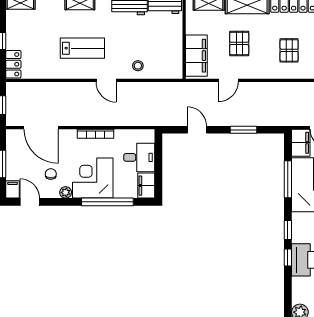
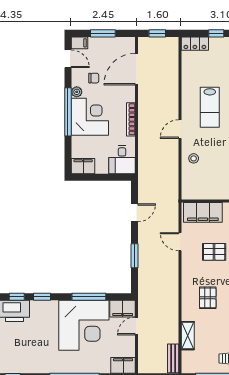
pallet: (289, 50) -> (208, 298), turned 90
desk: (139, 157) -> (122, 160), moved
door: (30, 202) -> (68, 59), hinge flipped
window: (107, 202) -> (68, 112), moved

